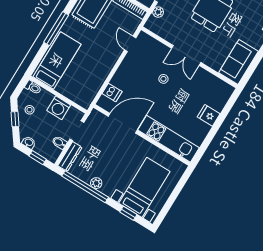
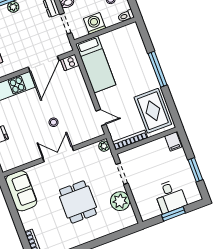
plant: (158, 12) -> (104, 146), moved
bed: (57, 61) -> (96, 64), moved
dishwasher: (112, 92) -> (70, 62), moved

